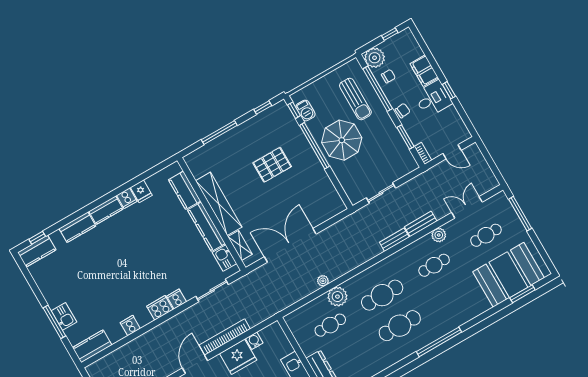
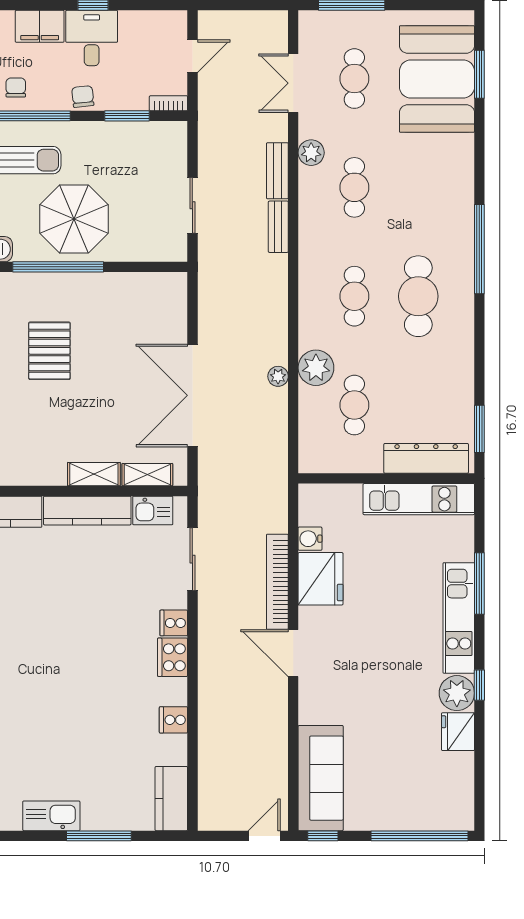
shelving: (219, 204) -> (94, 474), width x0.45, depth x0.75
cafe table: (382, 295) -> (354, 296), width x0.73, depth x0.74
kitchen sink: (64, 316) -> (51, 816), moved, width x1.38

